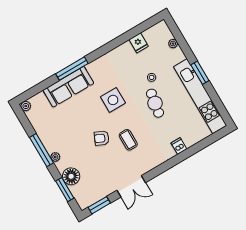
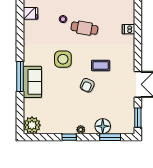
sofa: (68, 87) -> (32, 82), width x0.73
plant: (26, 106) -> (32, 125), width x1.88, depth x1.88
window: (42, 150) -> (69, 137), width x0.46

